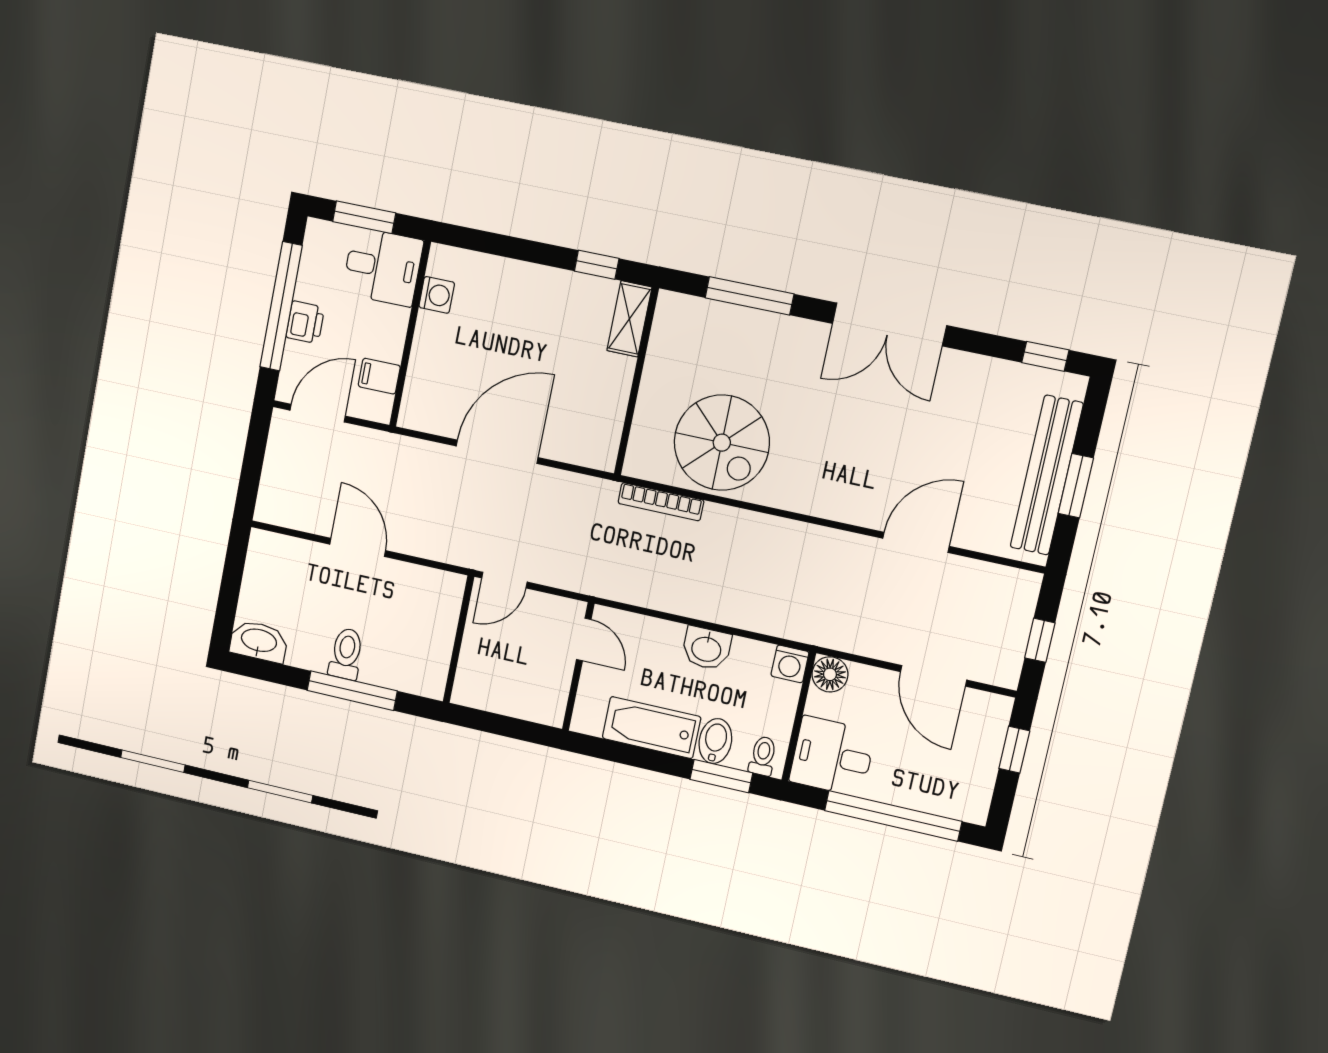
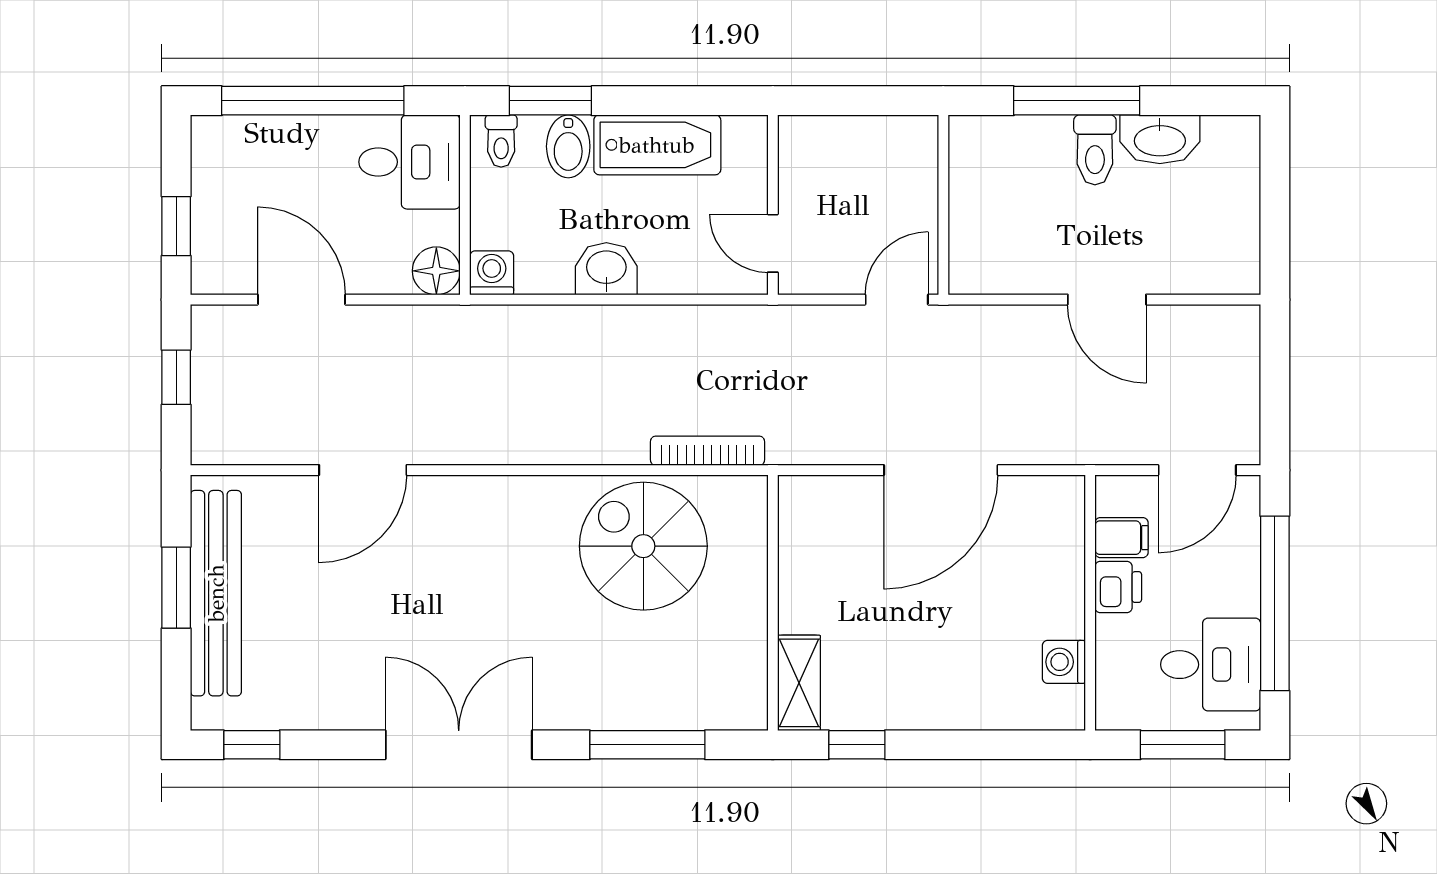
desk: (383, 267) -> (1211, 665), moved, turned 180
printer: (305, 322) -> (1118, 587), moved, turned 180
washbasin: (259, 641) -> (1160, 139), moved

